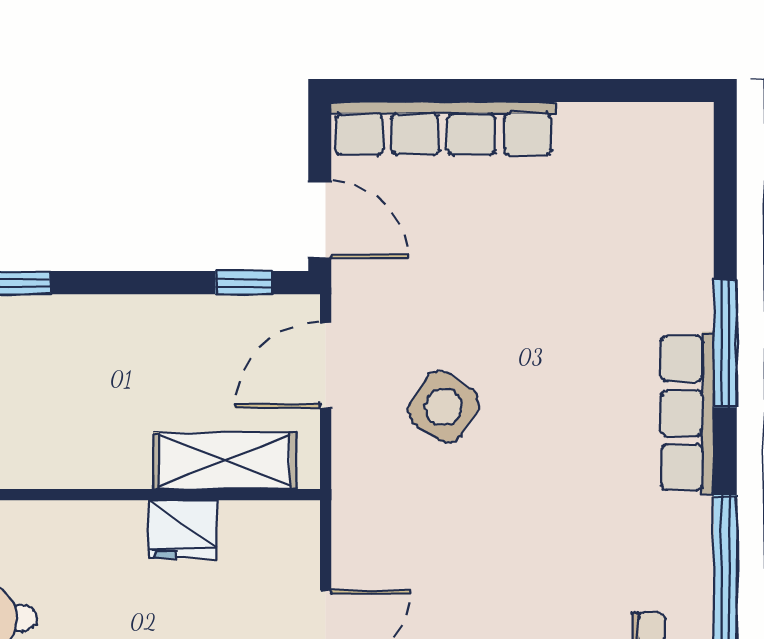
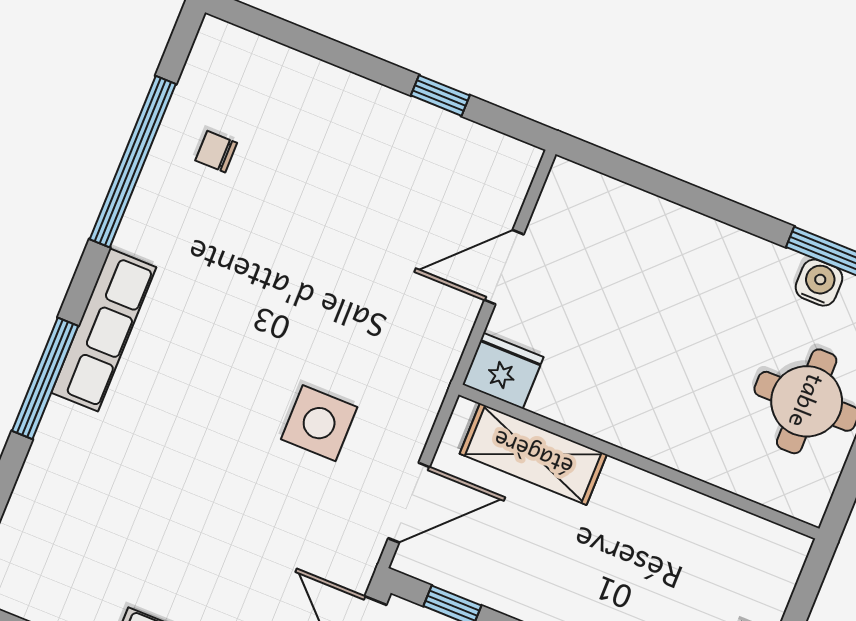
side table: (443, 407) -> (319, 423), turned -33
fridge: (183, 529) -> (503, 371), moved

